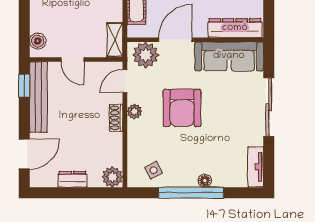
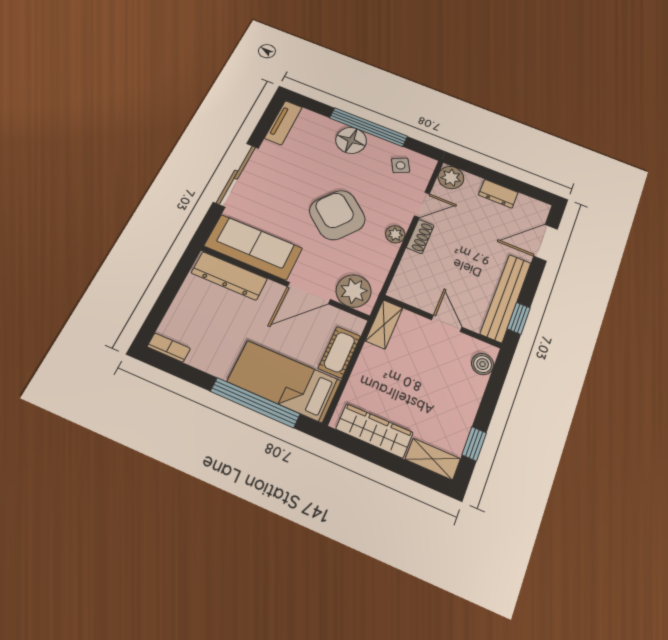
door: (125, 81) -> (422, 205), moved
armchair: (182, 108) -> (337, 215), turned -51
floor lamp: (205, 181) -> (351, 140), width x1.89, depth x1.89

